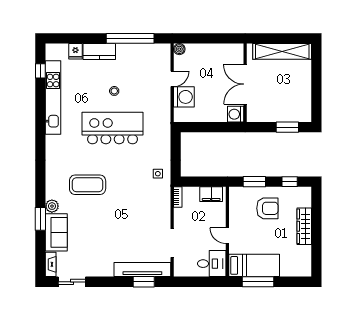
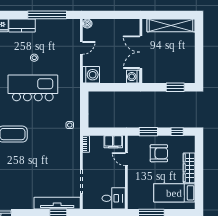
washing machine: (184, 97) -> (91, 75), moved
door: (227, 236) -> (126, 159), moved
bed: (254, 265) -> (174, 193), moved, turned 180

